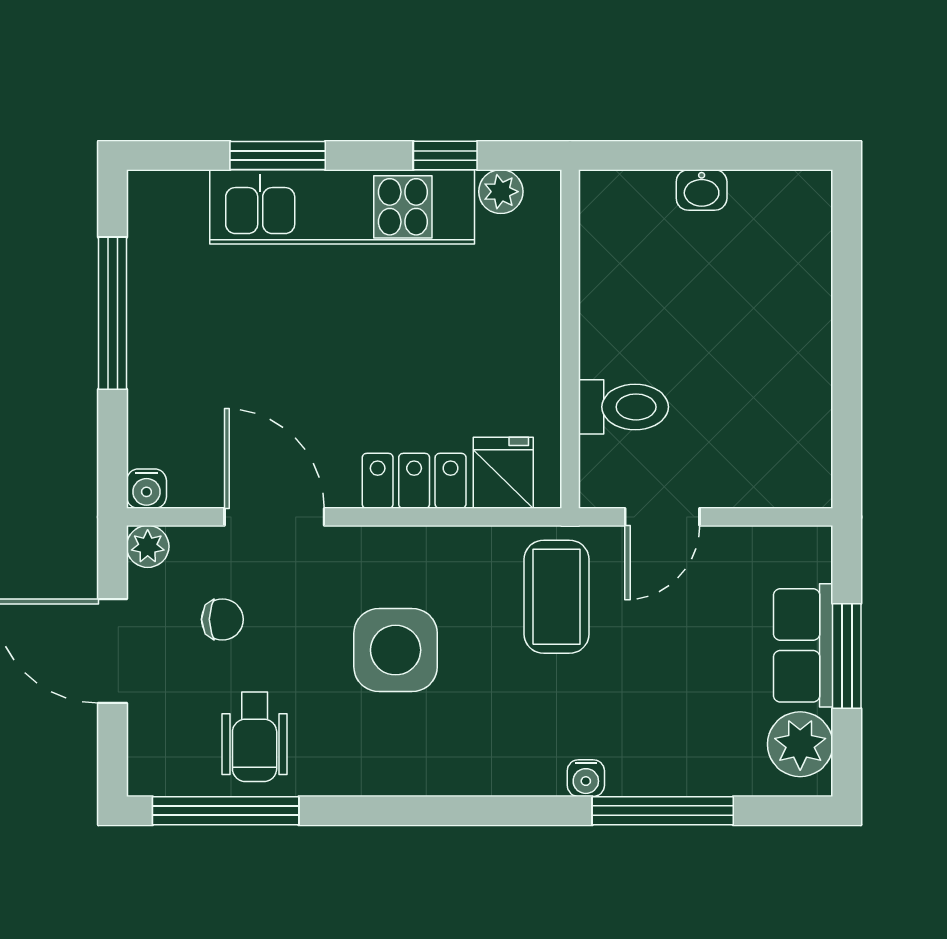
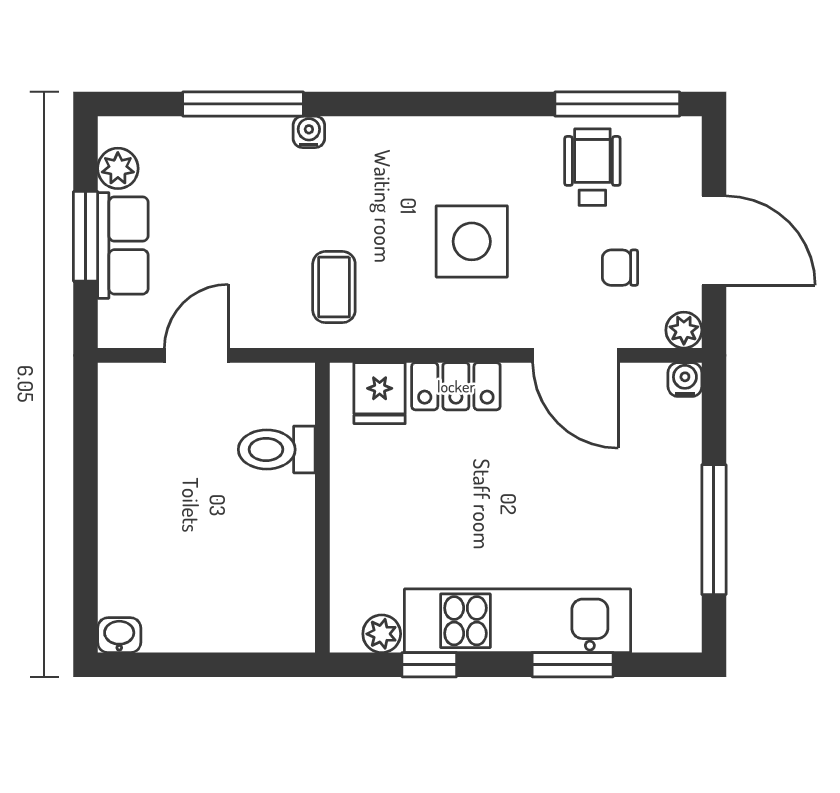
washbasin: (702, 190) -> (119, 635), moved
door: (662, 517) -> (196, 355), moved
coffee table: (557, 597) -> (334, 287), width x0.73, depth x0.77
plant: (800, 744) -> (118, 168), width x0.73, depth x0.73

